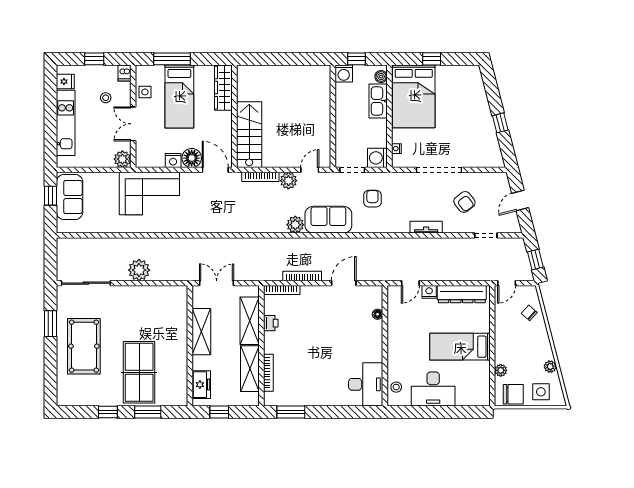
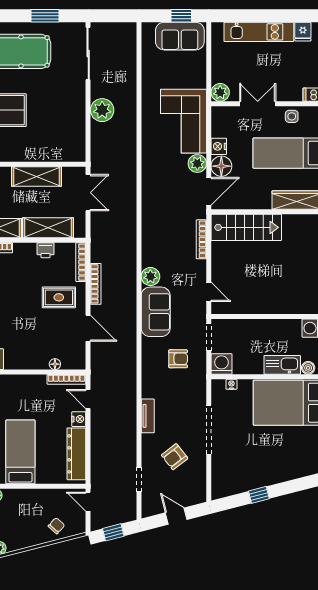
stool: (106, 98) -> (286, 75), removed
plant: (288, 181) -> (197, 163), moved
bookcase: (392, 303) -> (66, 379), added
rug: (315, 311) -> (59, 297), added

